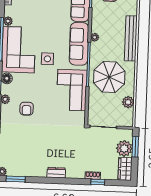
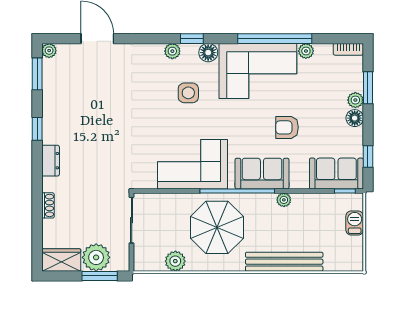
sofa: (79, 44) -> (262, 174), width x0.73
side table: (47, 59) -> (188, 93), moved
armchair: (27, 109) -> (287, 127), moved
dresser: (56, 173) -> (51, 161), moved
window: (98, 182) -> (37, 129), moved

